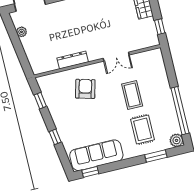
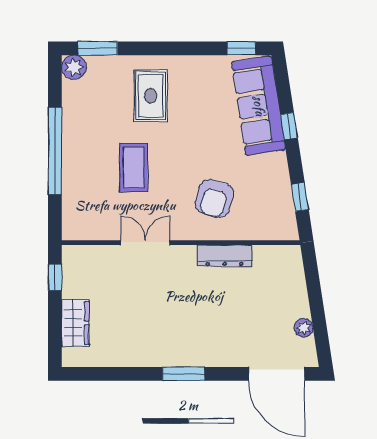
window: (180, 111) -> (55, 151), moved
rug: (143, 129) -> (151, 96), moved
sofa: (96, 155) -> (259, 106), moved, turned 81
window: (156, 156) -> (98, 48), moved

